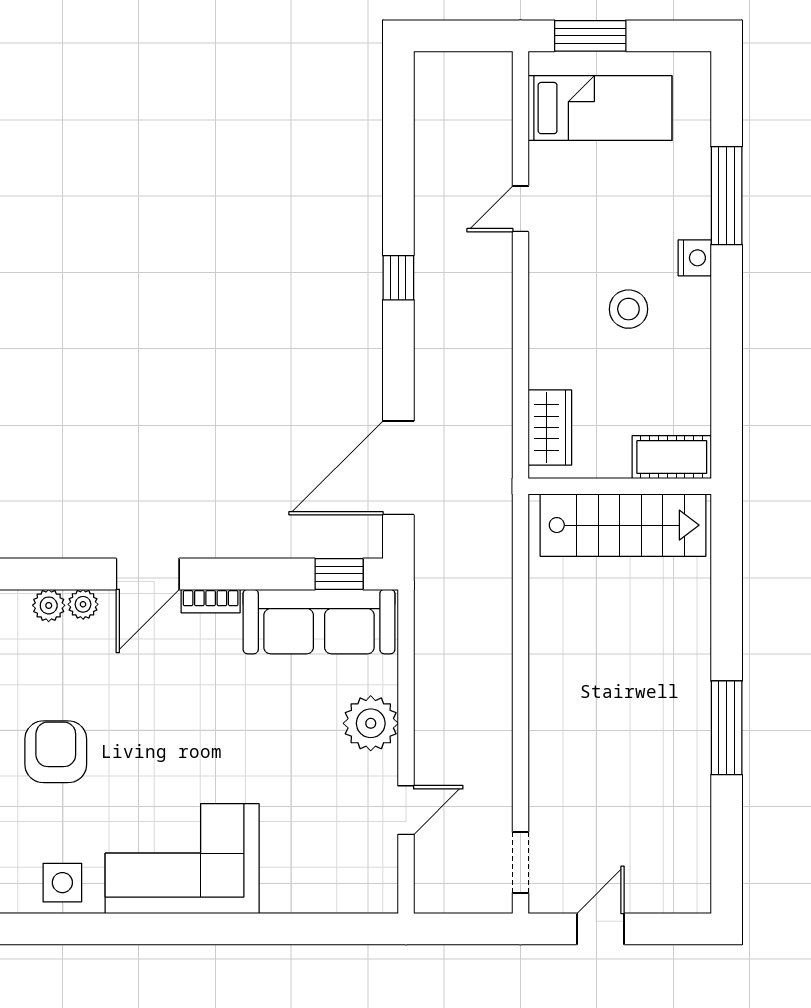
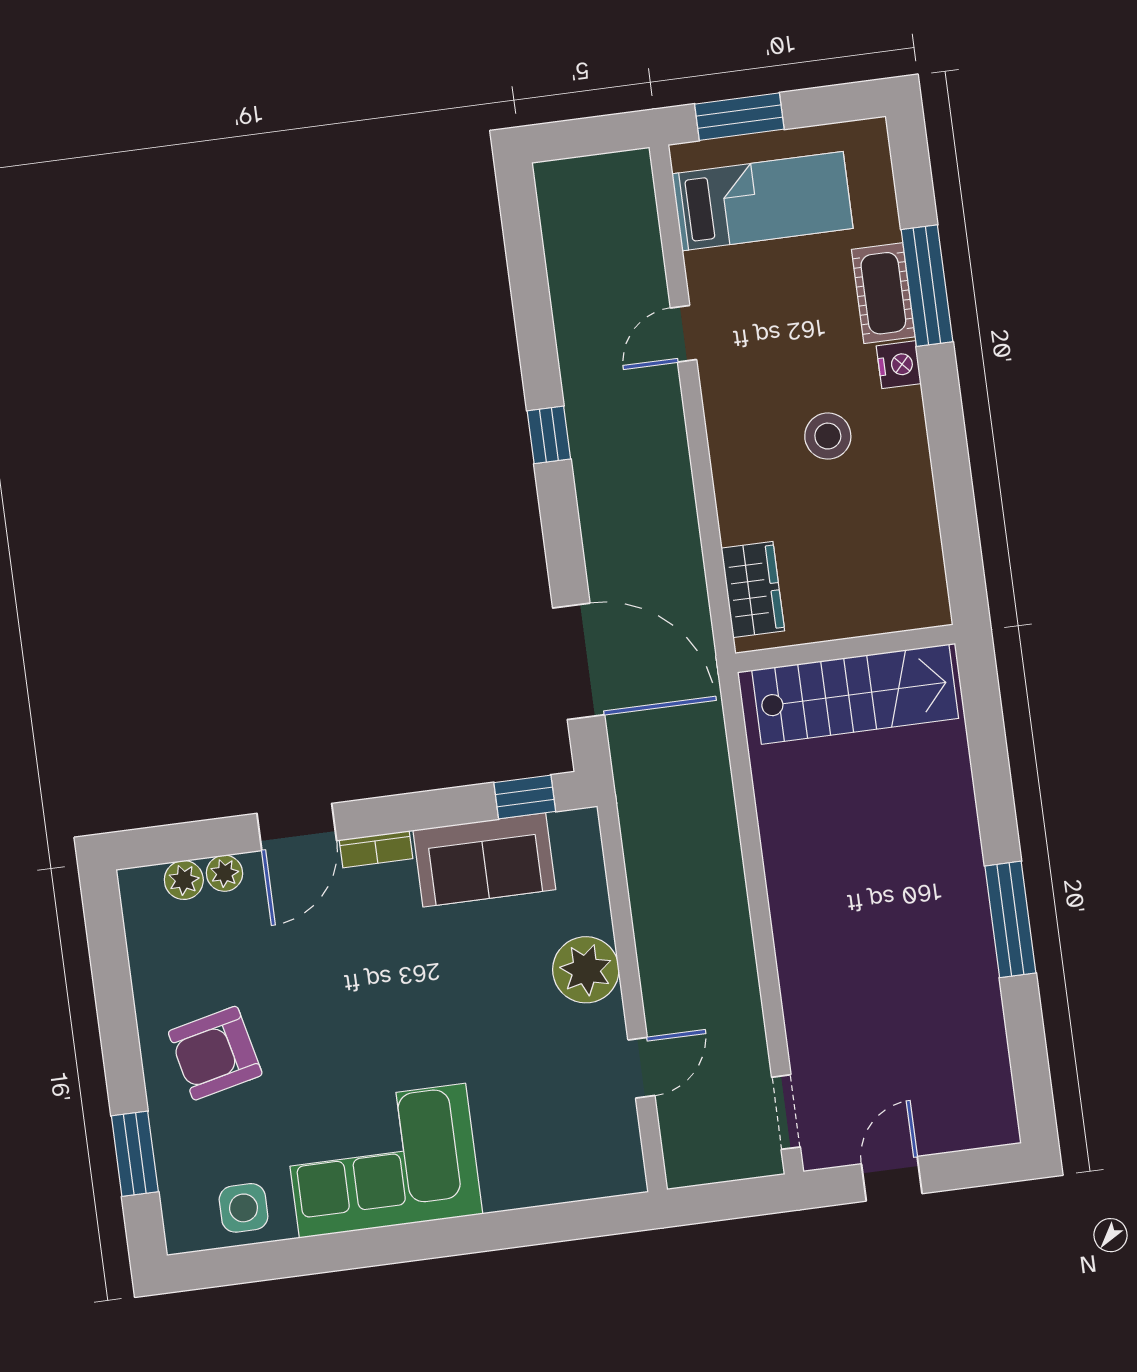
cot: (672, 457) -> (883, 293), moved, turned 90
door: (398, 468) -> (579, 661), swing flipped
sofa: (319, 622) -> (484, 860), width x0.73
armchair: (56, 752) -> (215, 1053), turned -103

